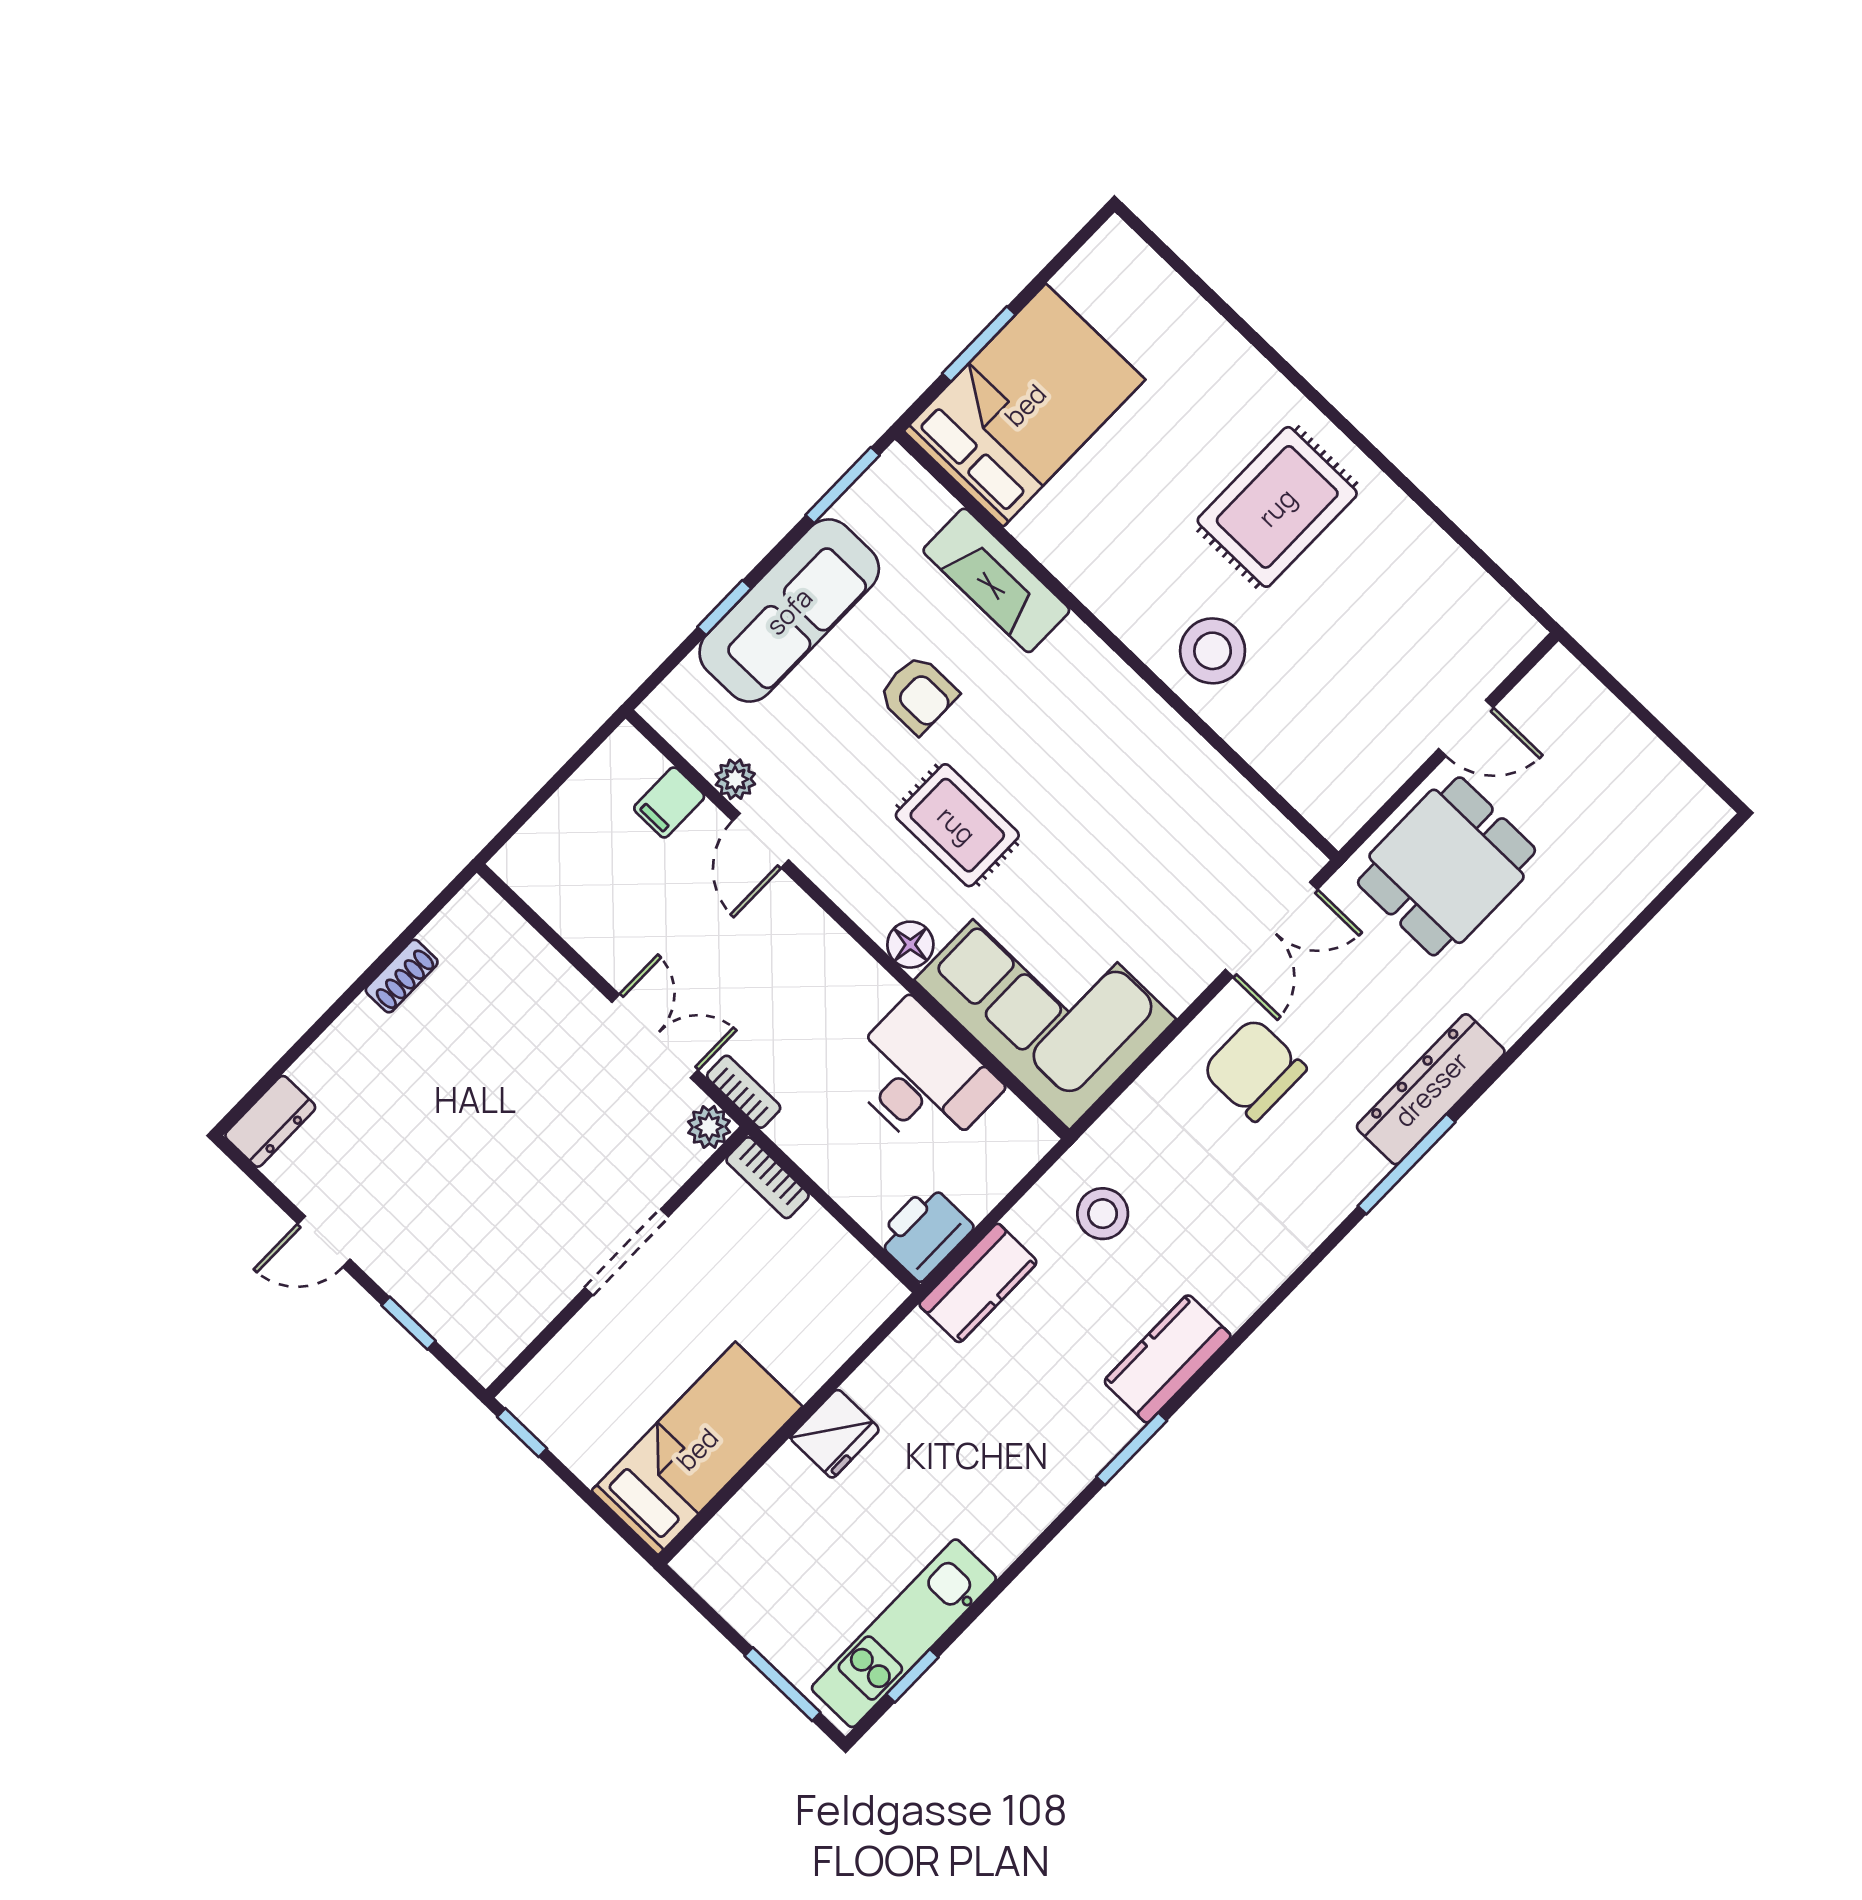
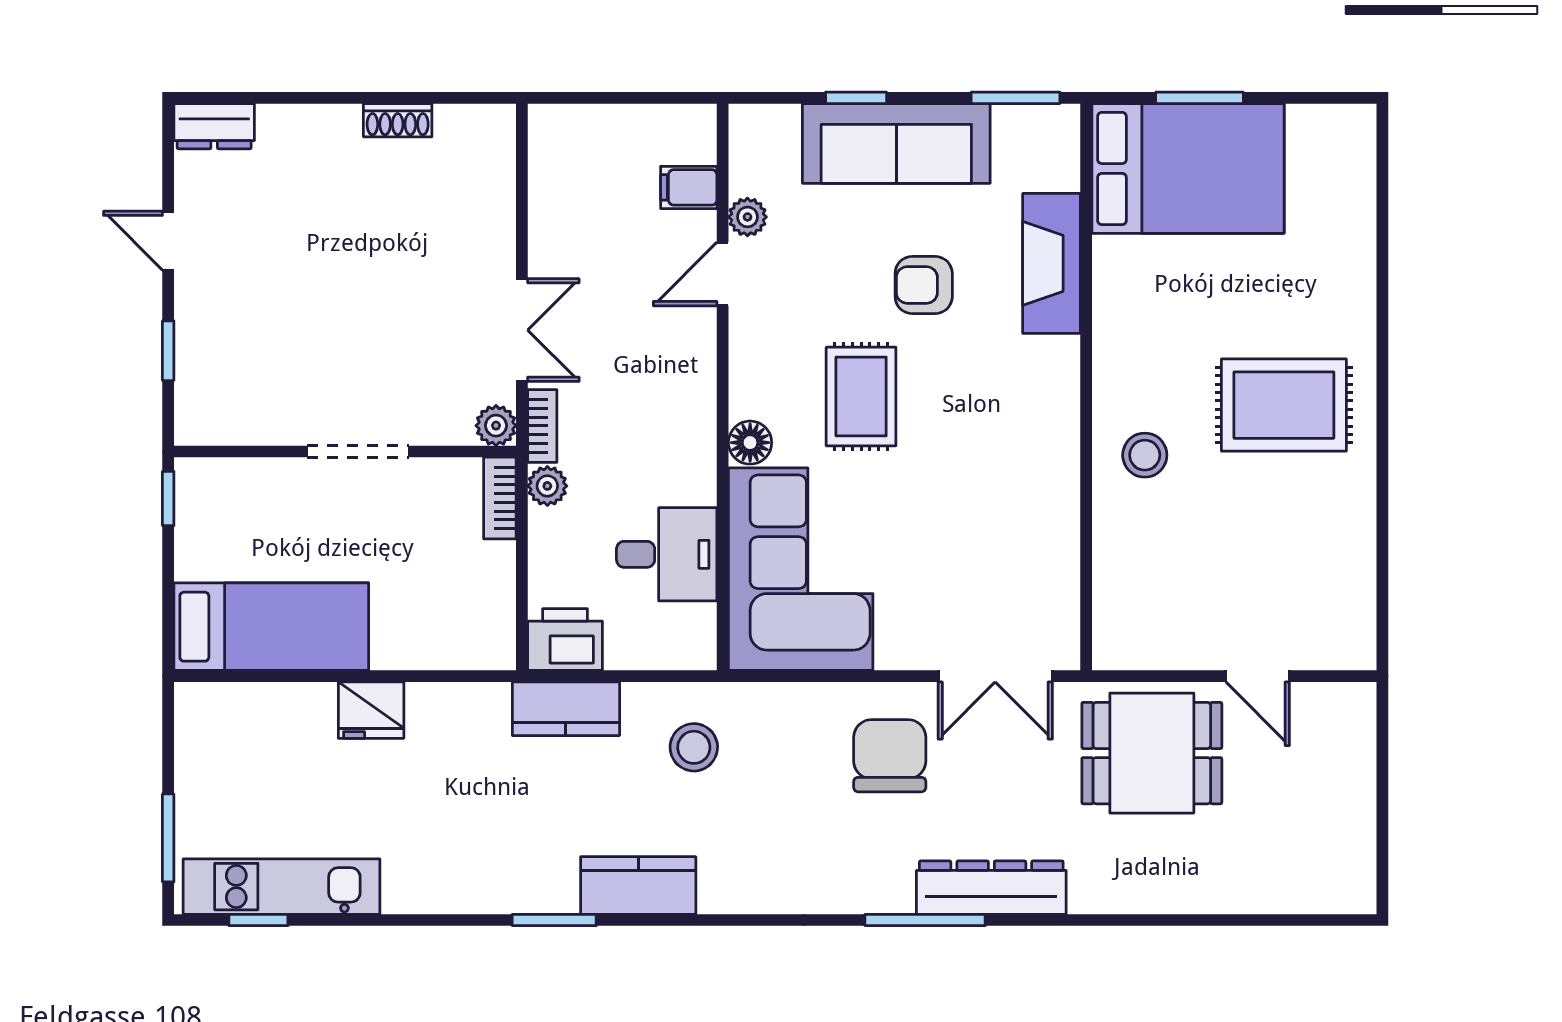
stool: (1213, 651) -> (1145, 455), width x0.73, depth x0.73
armchair: (918, 694) -> (924, 285), turned 90
desk: (921, 1078) -> (667, 554), width x0.73
plant: (793, 1132) -> (547, 486), added

